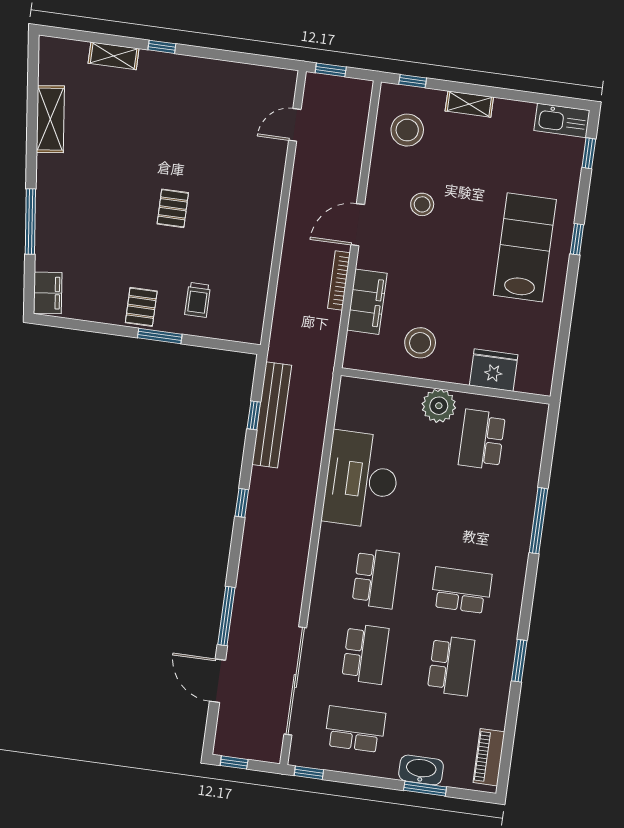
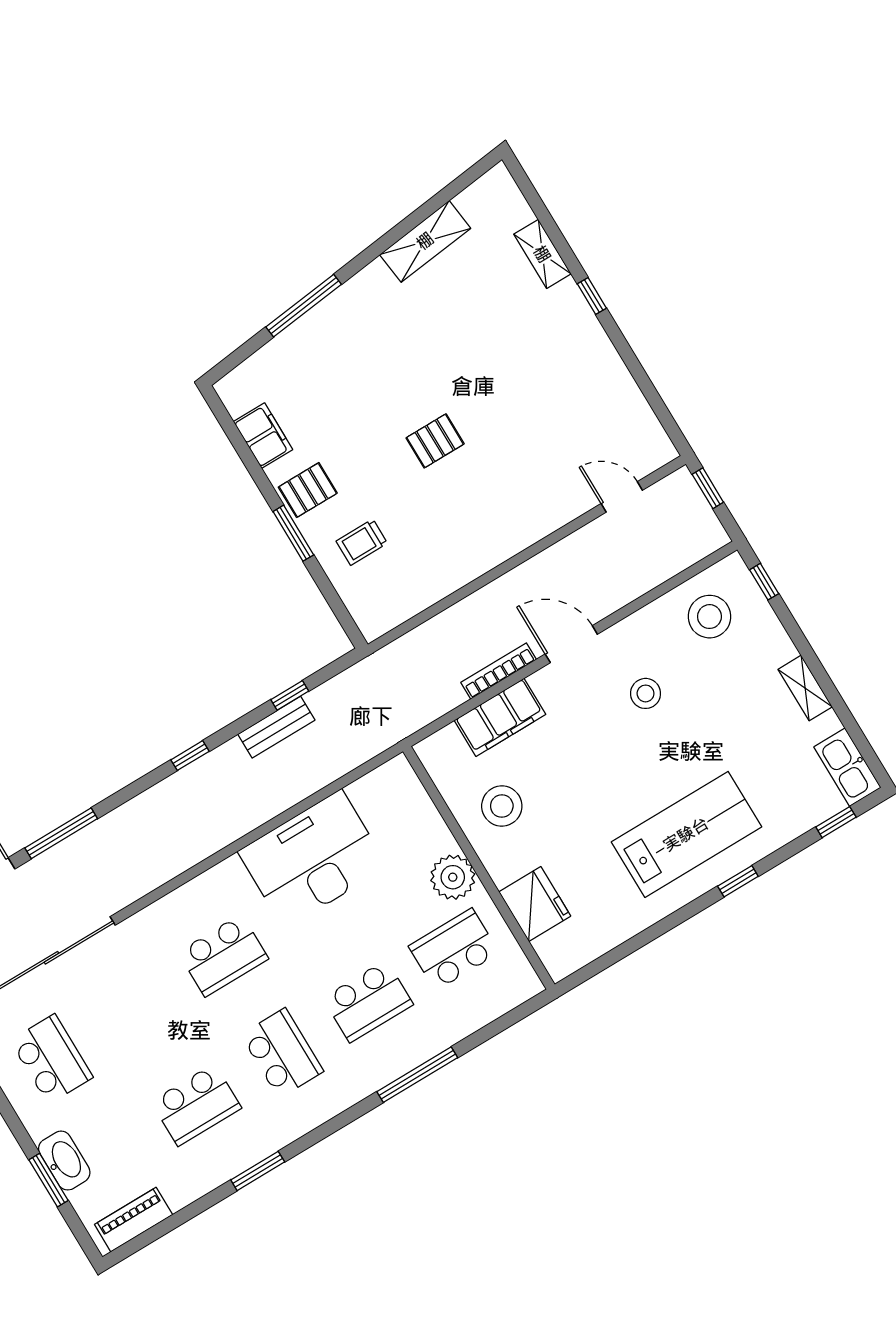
shelving: (469, 104) -> (805, 688), moved
filing cabinet: (48, 293) -> (263, 436), moved, turned -83
bench: (272, 415) -> (276, 727), width x0.54, depth x0.82
school desk: (365, 654) -> (368, 1001), moved

